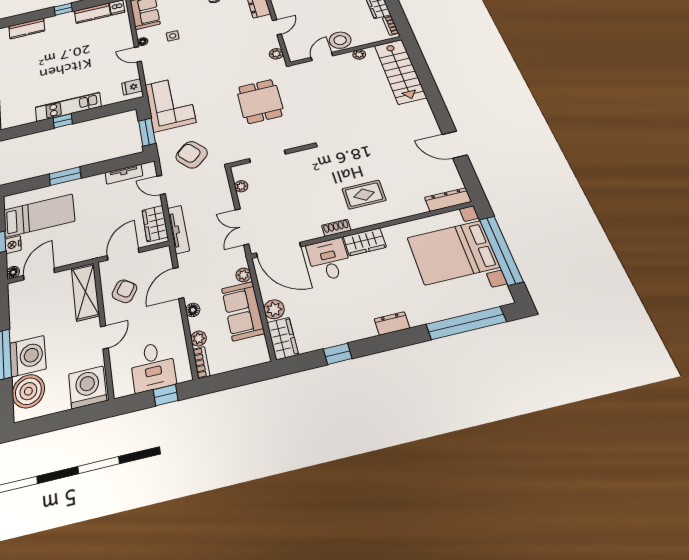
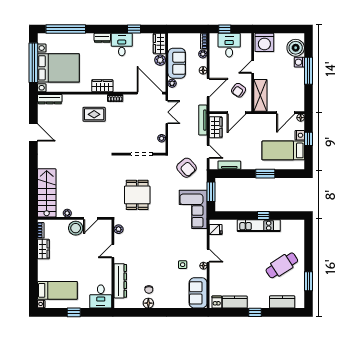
cafe table: (30, 68) -> (282, 265), added
desk: (329, 259) -> (122, 45), moved, turned 180
washing machine: (28, 356) -> (299, 62), width x0.53, depth x0.53

